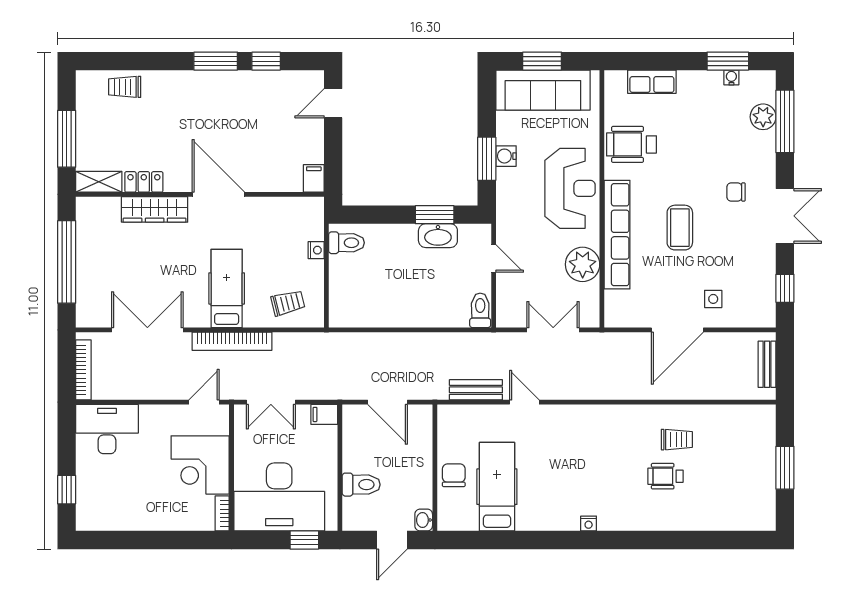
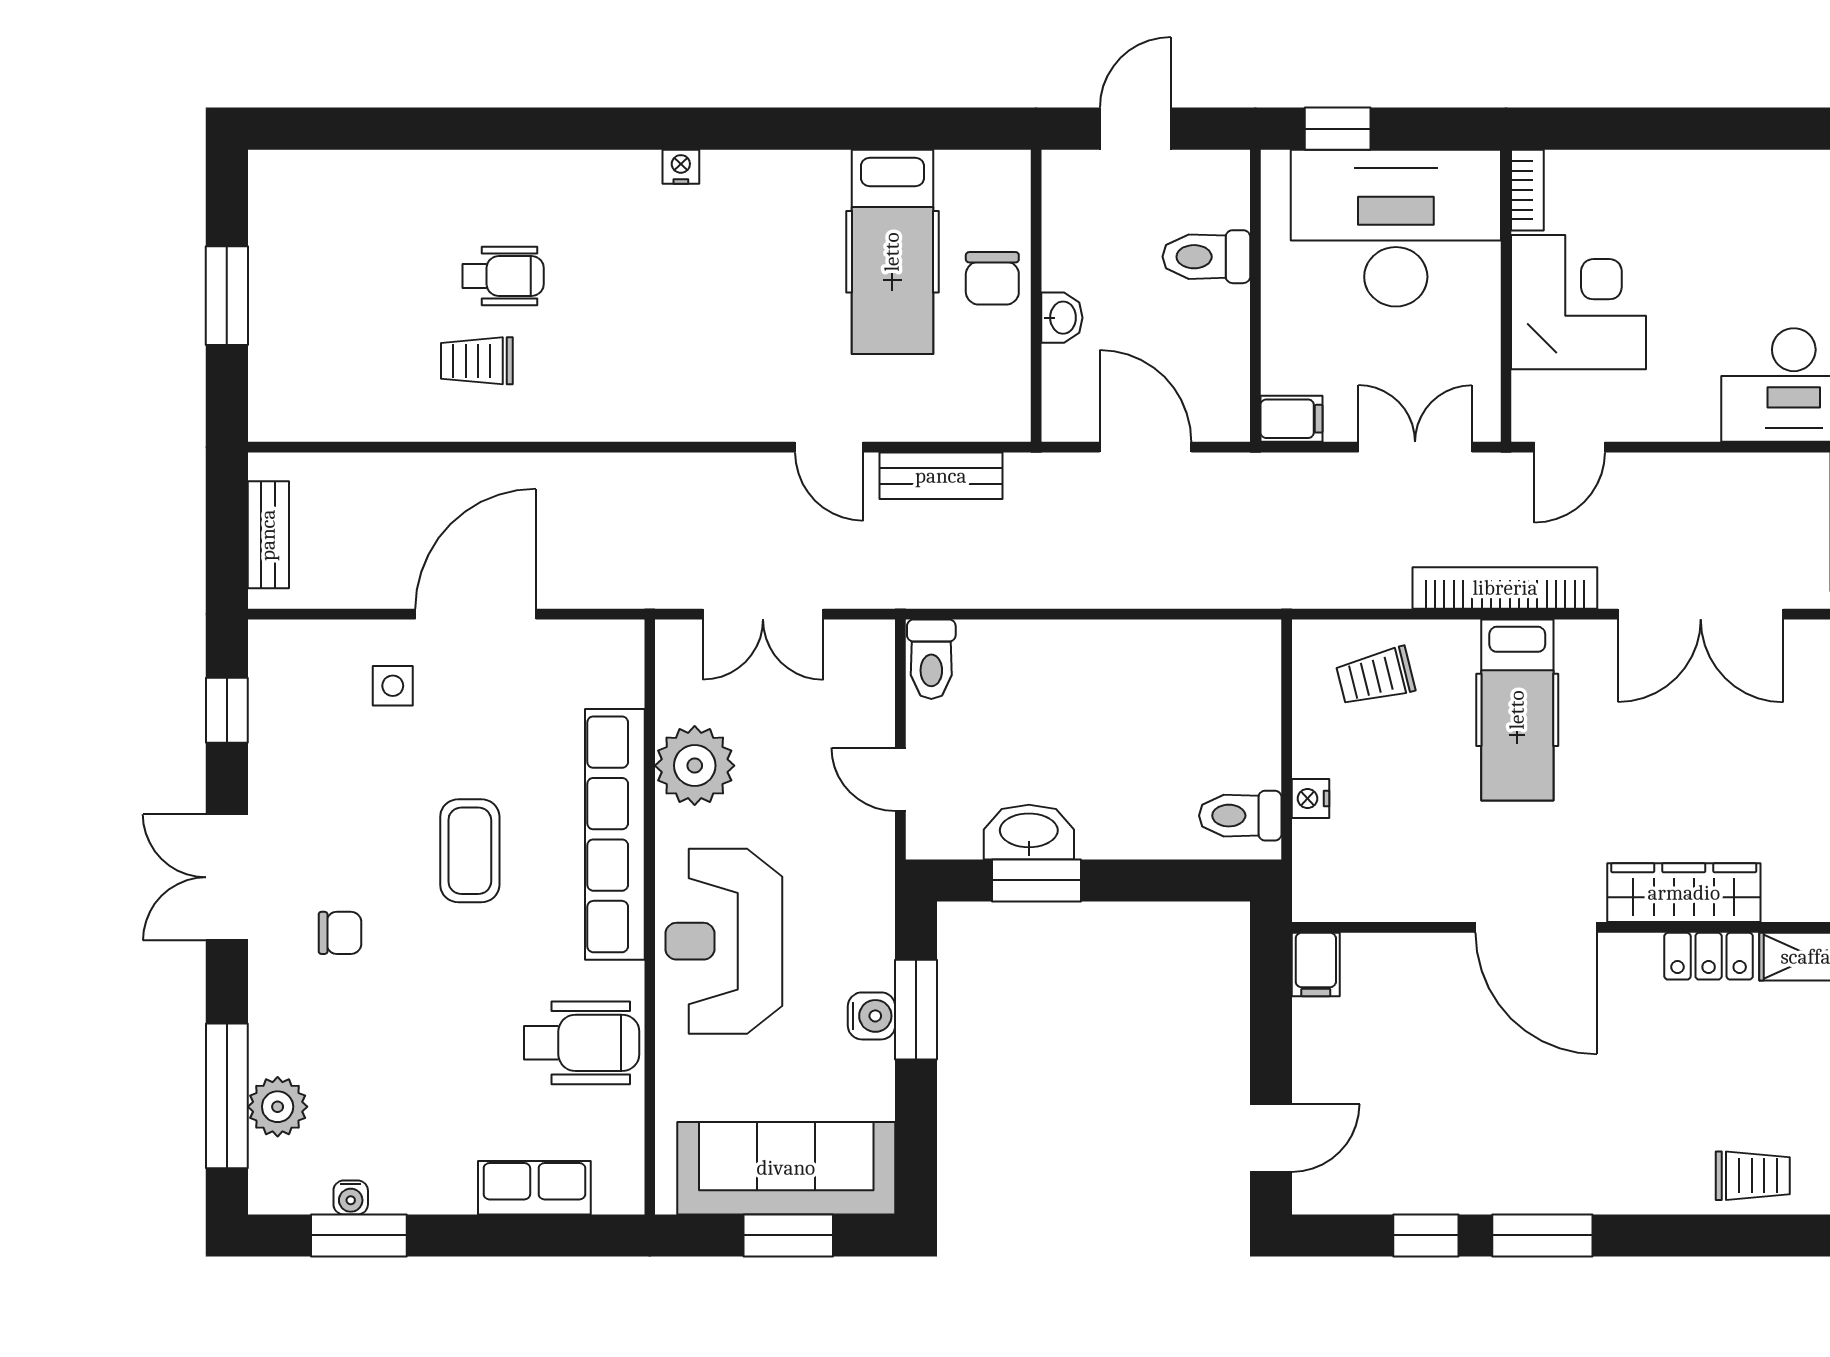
washbasin: (424, 520) -> (1062, 318), moved

